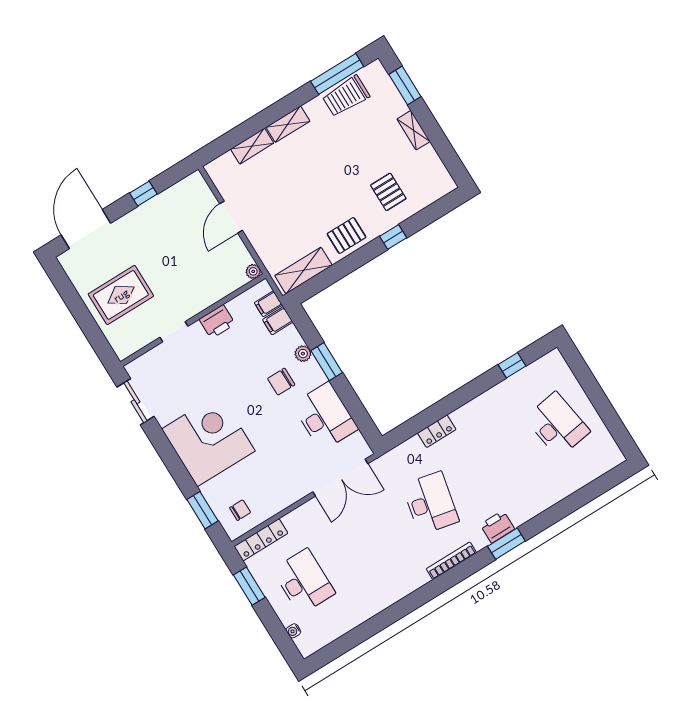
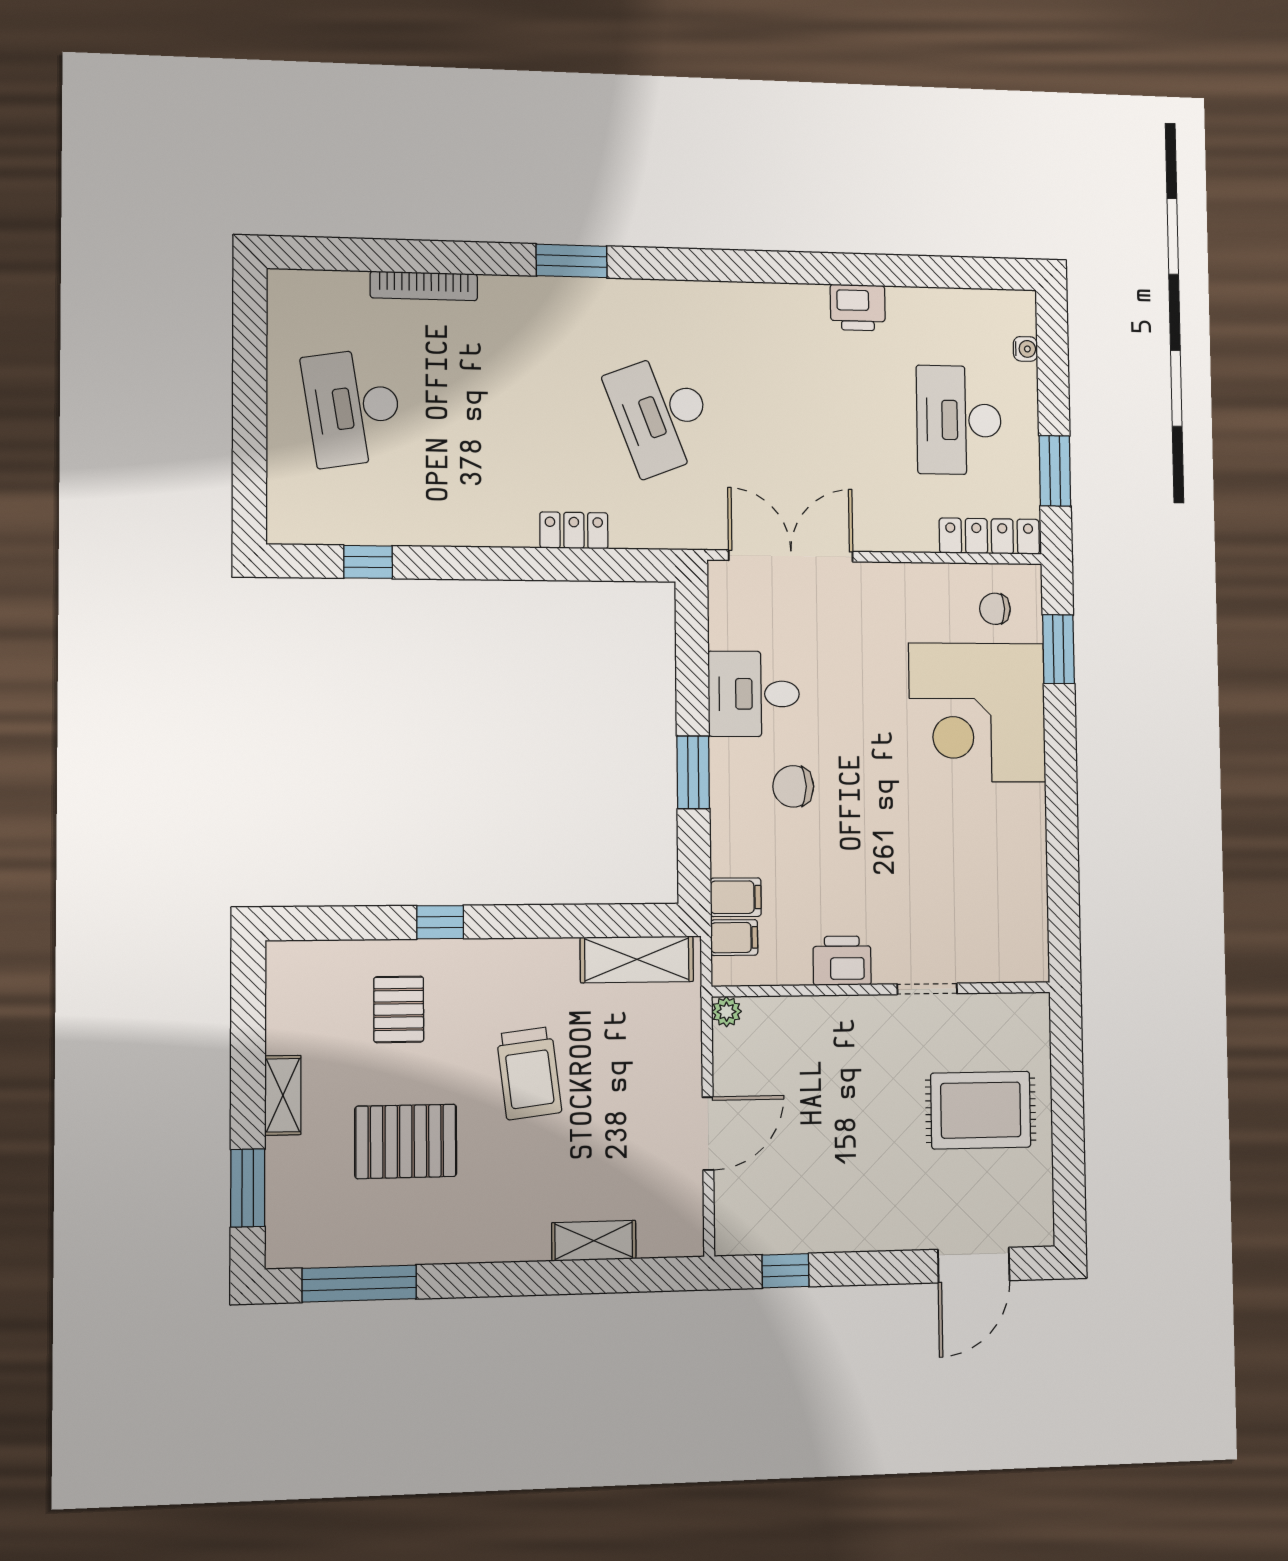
trolley: (346, 96) -> (529, 1073), moved, turned 83
shelving: (288, 124) -> (505, 1243), removed
window: (143, 194) -> (786, 1271), moved
door: (86, 229) -> (974, 1265), width x0.73
pallet: (347, 236) -> (406, 1141), moved, width x1.50, depth x1.42
plant: (303, 354) -> (726, 812), removed
chair: (281, 382) -> (793, 786), turned 180
sliding door: (136, 402) -> (1064, 907), removed
desk: (325, 417) -> (754, 694), width x0.73
corner desk: (208, 440) -> (977, 712), moved
desk: (430, 503) -> (661, 414), turned -33
printer: (497, 527) -> (858, 308), moved
bookcase: (451, 561) -> (424, 286), moved

